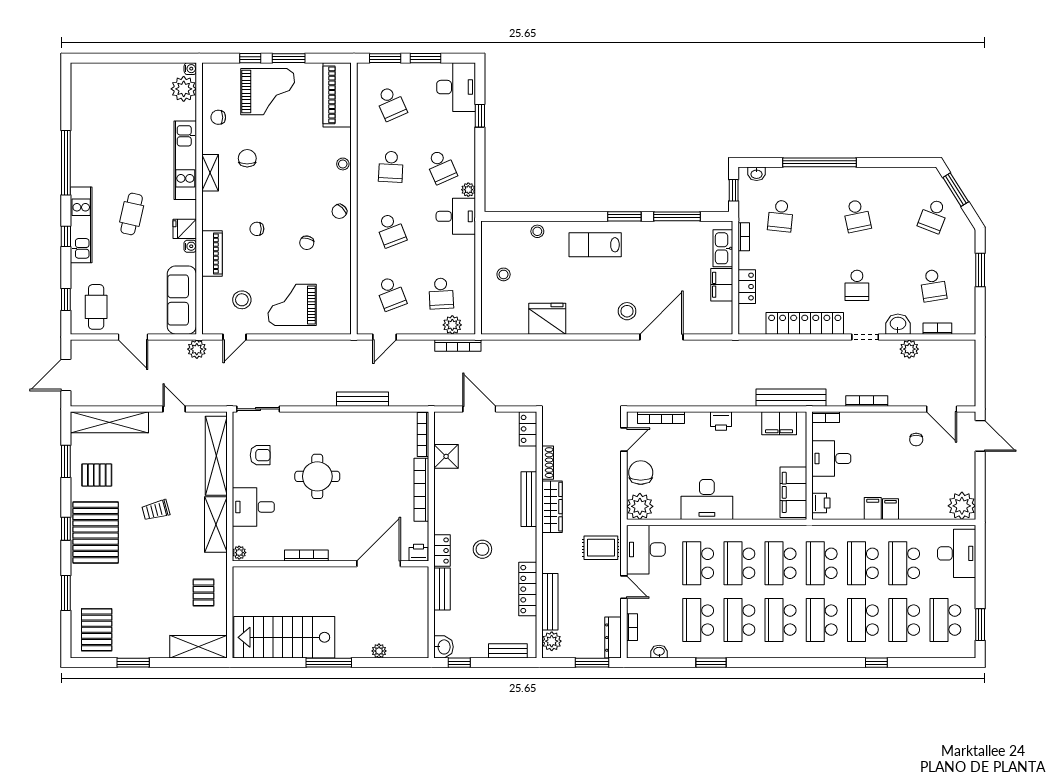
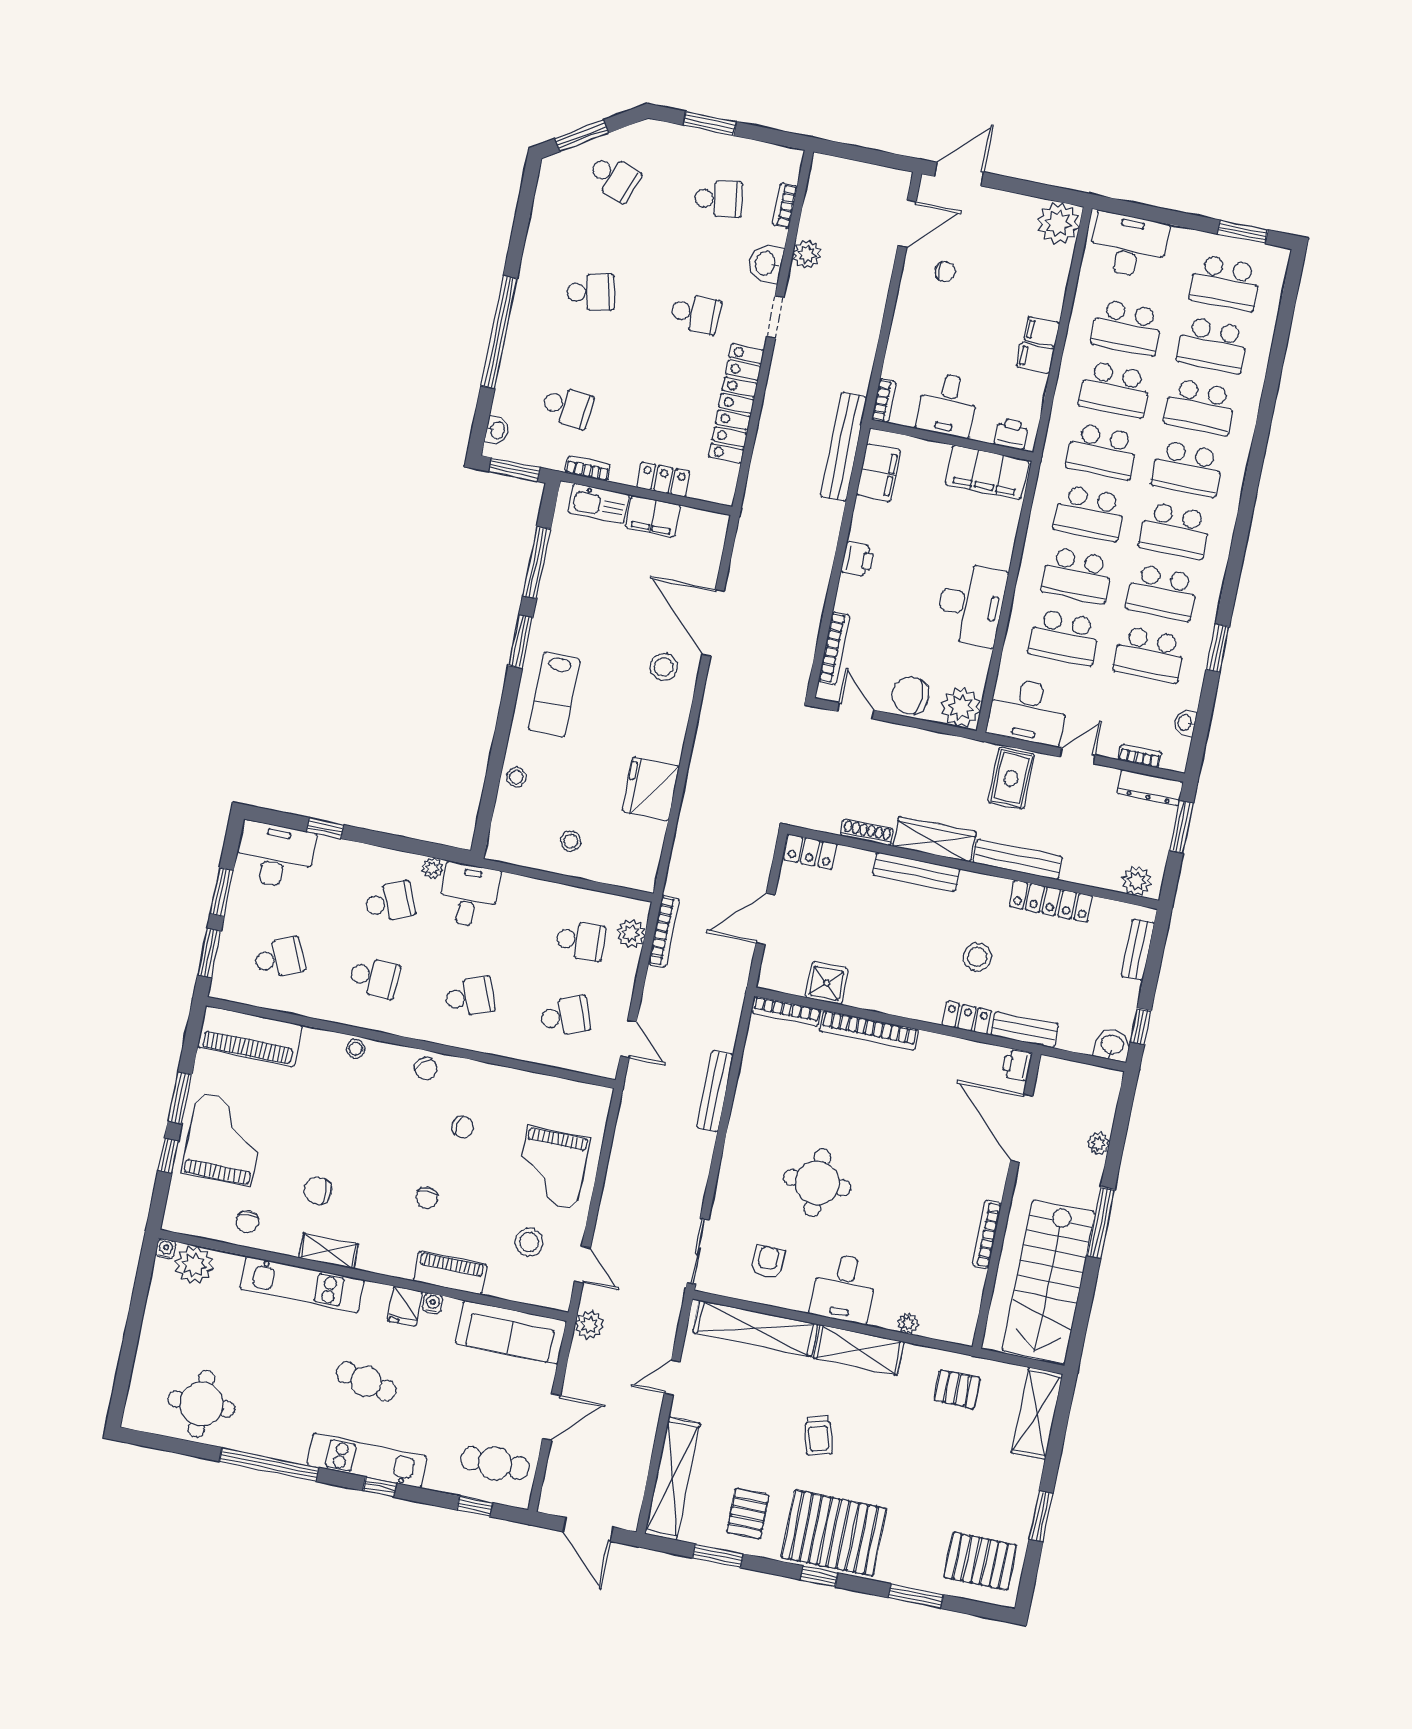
round table: (96, 112) -> (201, 1404), added
window: (734, 190) -> (514, 470), width x1.50
bookcase: (867, 401) -> (872, 334), removed
printer: (418, 553) -> (1017, 1065), moved
bookcase: (306, 555) -> (987, 1234), moved
wall: (330, 564) -> (1007, 1201), moved
door: (379, 564) -> (1021, 1128), moved
bench: (550, 602) -> (1018, 859), moved
window: (876, 663) -> (1268, 400), removed

